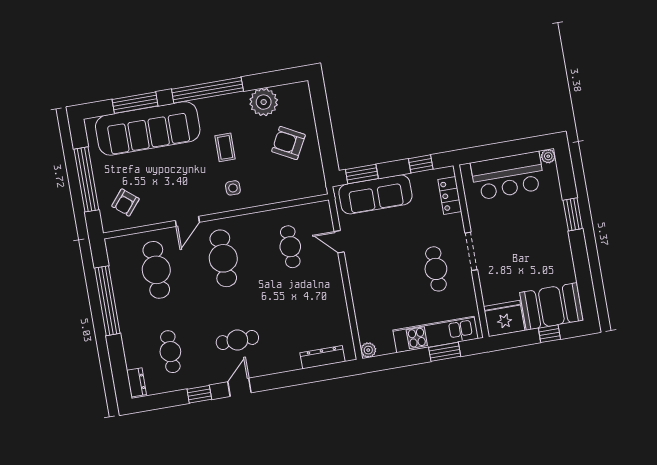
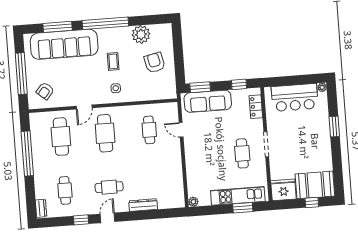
armchair: (288, 143) -> (154, 63), turned 50
dresser: (323, 357) -> (143, 205), moved

